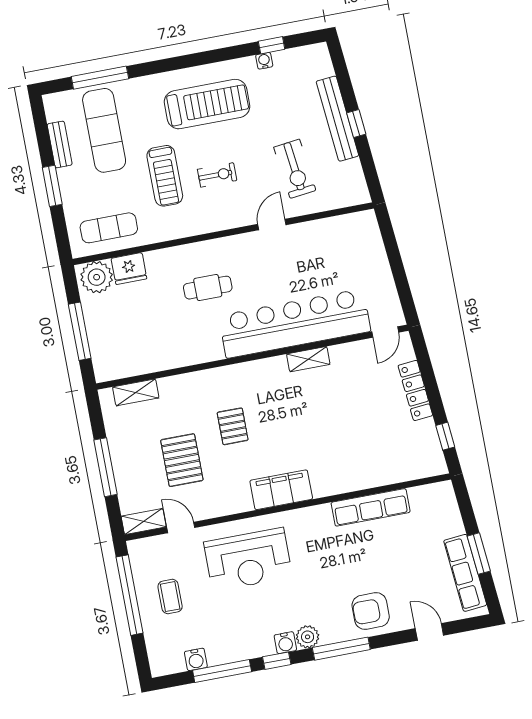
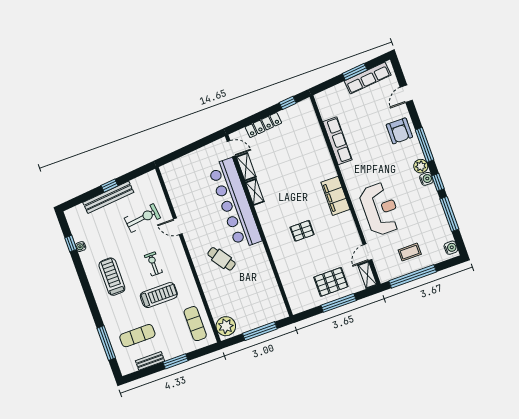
treadmill: (207, 104) -> (112, 277), width x0.73, depth x0.73
exercise mat: (104, 130) -> (137, 336), width x0.73, depth x0.69
fridge: (129, 269) -> (218, 308), removed
cafe table: (208, 288) -> (222, 259), turned -35
shelving: (136, 392) -> (246, 167), moved
pallet: (182, 460) -> (331, 282), moved
water cooler: (196, 659) -> (451, 248), moved

